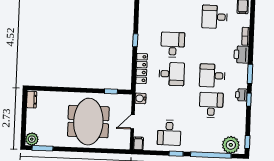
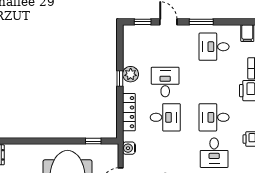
plant: (144, 37) -> (131, 74), added
desk: (211, 105) -> (214, 153), turned 180

